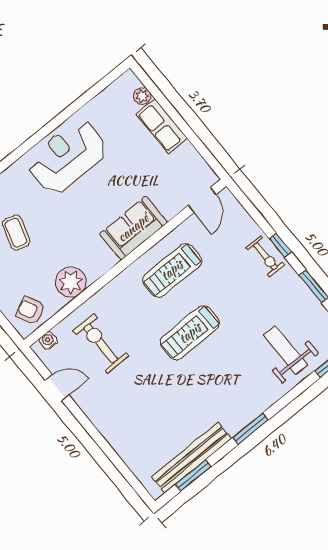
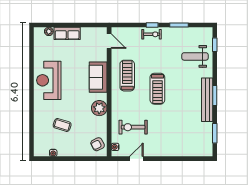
treadmill: (172, 270) -> (127, 76), turned 180
plant: (71, 282) -> (99, 108), moved
bench: (191, 458) -> (207, 100), moved

